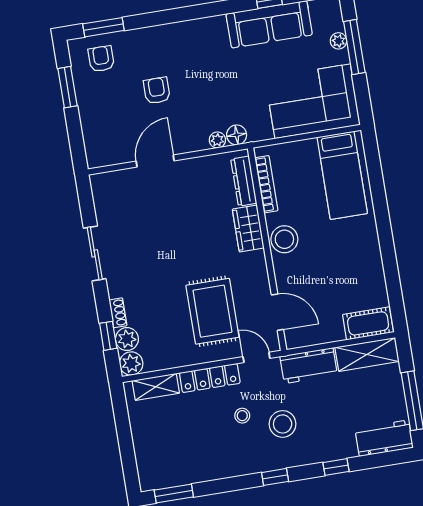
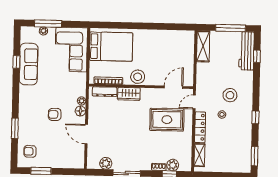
window: (103, 27) -> (15, 128), moved
armchair: (157, 90) -> (55, 114), moved
floor lamp: (237, 135) -> (80, 111), moved
bed: (342, 175) -> (111, 47), width x1.50
cot: (368, 323) -> (188, 43), removed
plant: (131, 364) -> (106, 163), moved
workbench: (309, 366) -> (203, 77), removed
workbench: (384, 438) -> (247, 51), width x1.38
window: (336, 467) -> (257, 56), moved
window: (275, 477) -> (255, 117), moved

